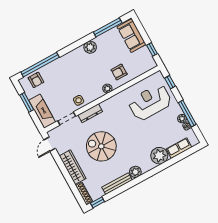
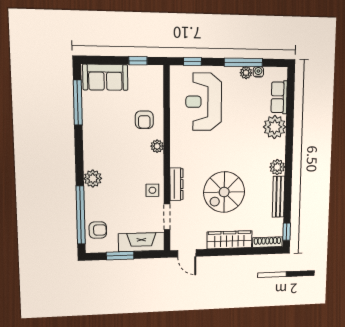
plant: (90, 47) -> (93, 179), moved

